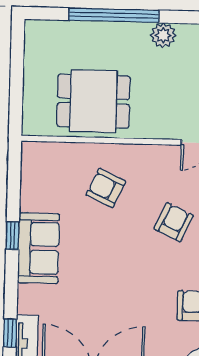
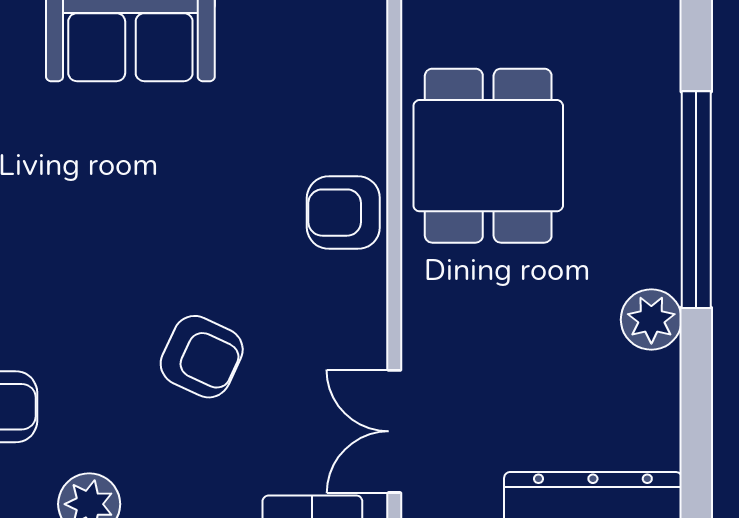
armchair: (106, 188) -> (343, 213), moved, turned -115

